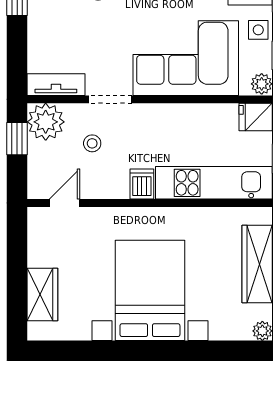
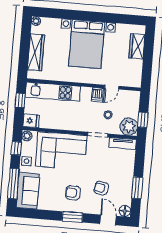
dishwasher: (142, 184) -> (97, 95), moved
door: (65, 203) -> (112, 87), moved

